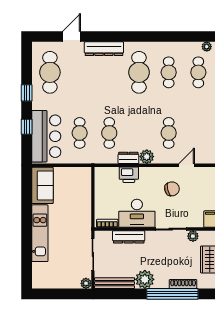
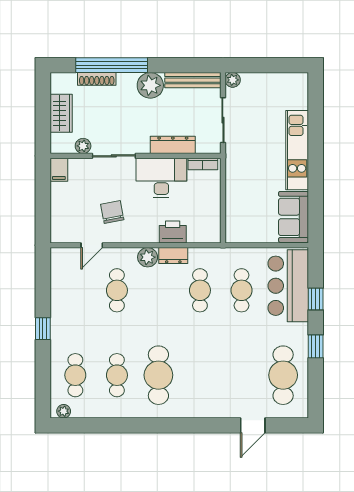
dresser: (104, 49) -> (207, 408), removed
chair: (172, 189) -> (112, 212), turned 93

